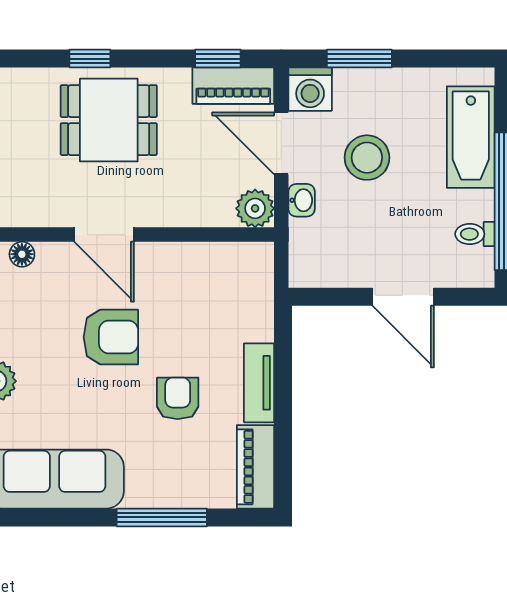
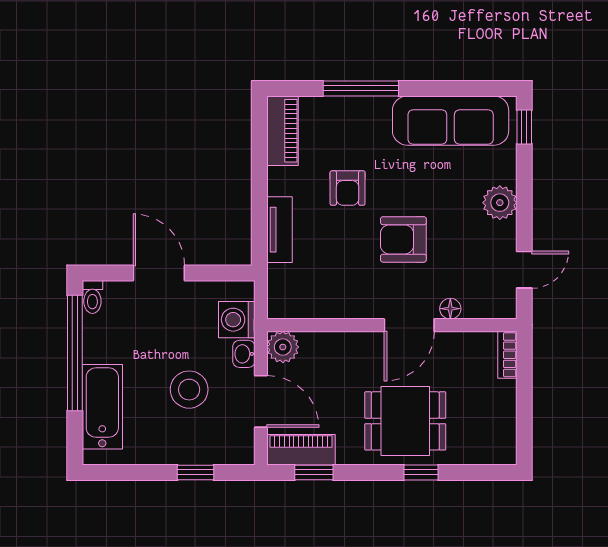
window: (359, 59) -> (195, 472), width x0.67
washing machine: (310, 89) -> (237, 320), moved, turned -90
toilet: (475, 234) -> (92, 297), moved, turned 90
door: (104, 235) -> (409, 325), swing flipped
floor lamp: (22, 254) -> (450, 309), moved
tv unit: (259, 383) -> (279, 230), moved

